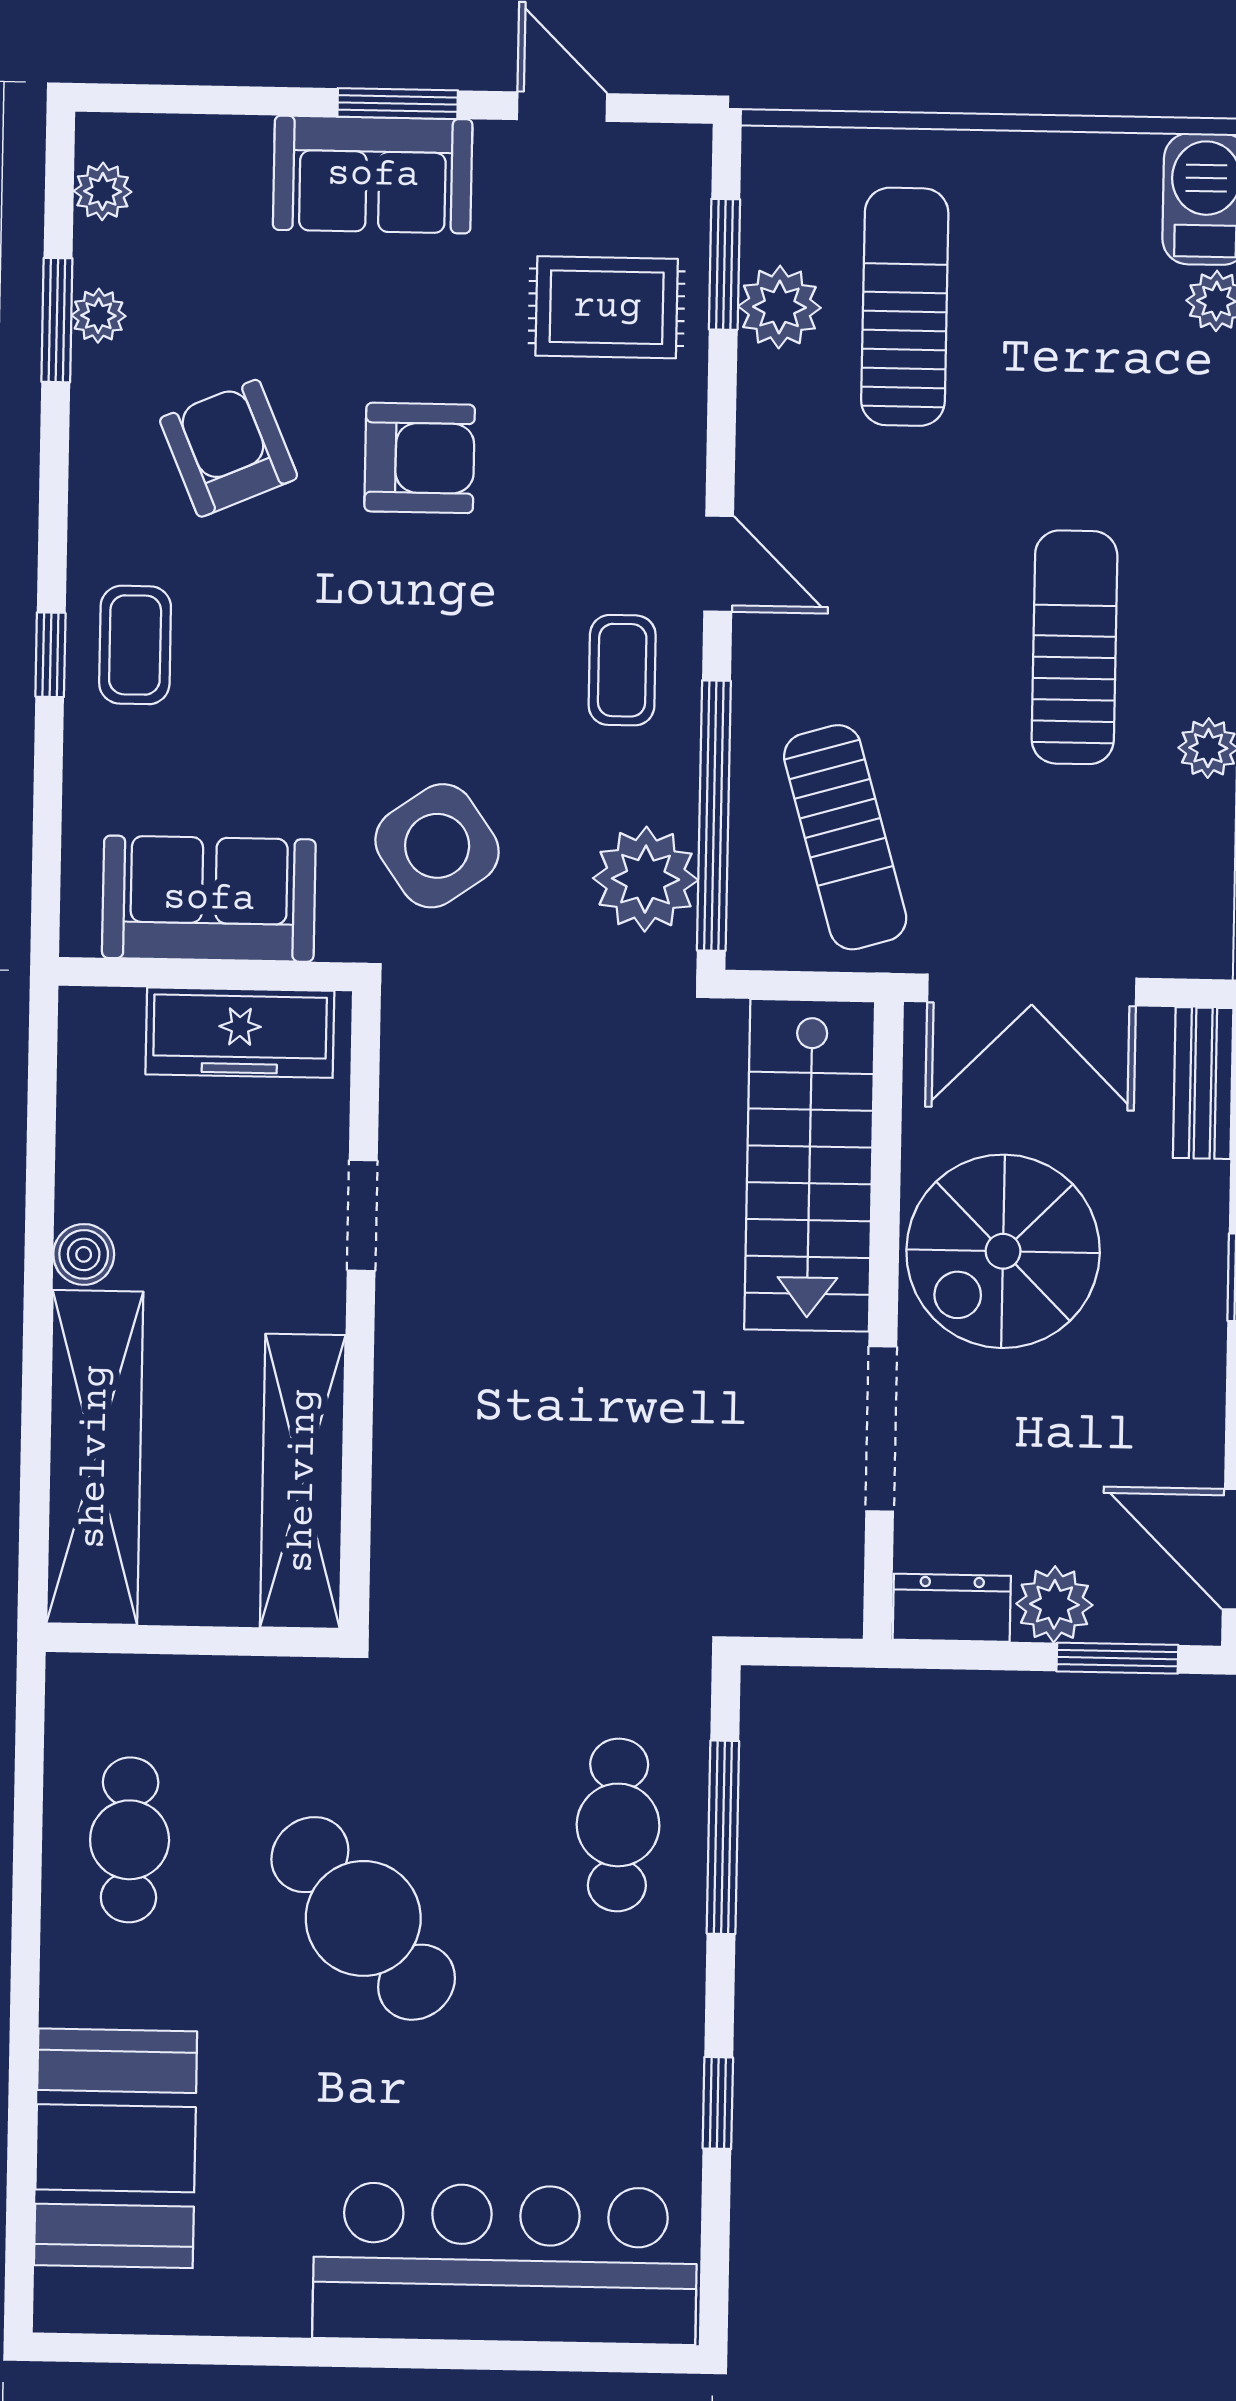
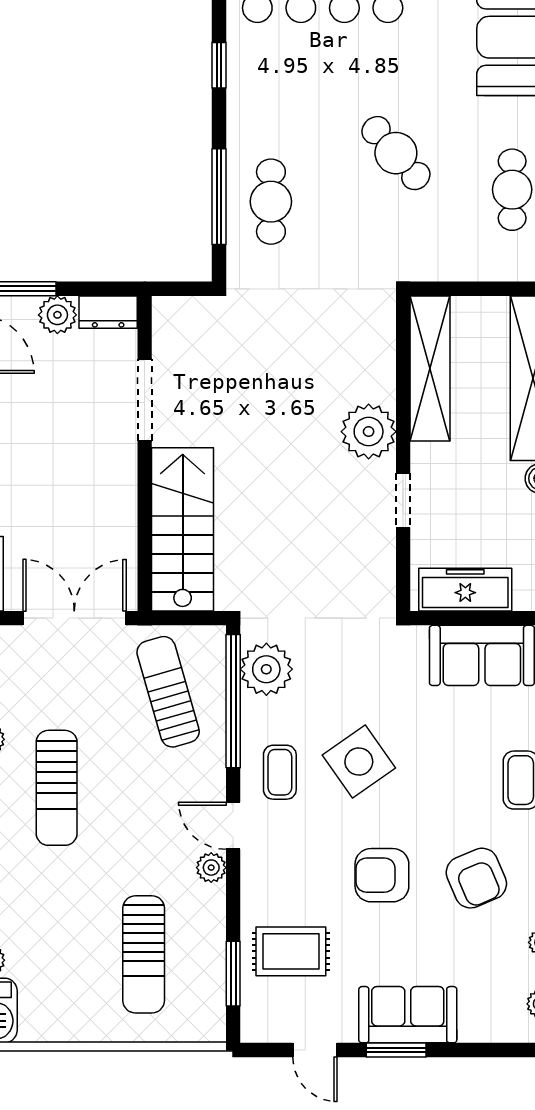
plant: (779, 307) -> (211, 868), moved, width x0.73, depth x0.73
side table: (437, 846) -> (359, 762), moved
spiral stairs: (1003, 1251) -> (86, 489), removed
plant: (429, 1356) -> (369, 432), added
cafe table: (363, 1918) -> (396, 153), width x0.73, depth x0.74

